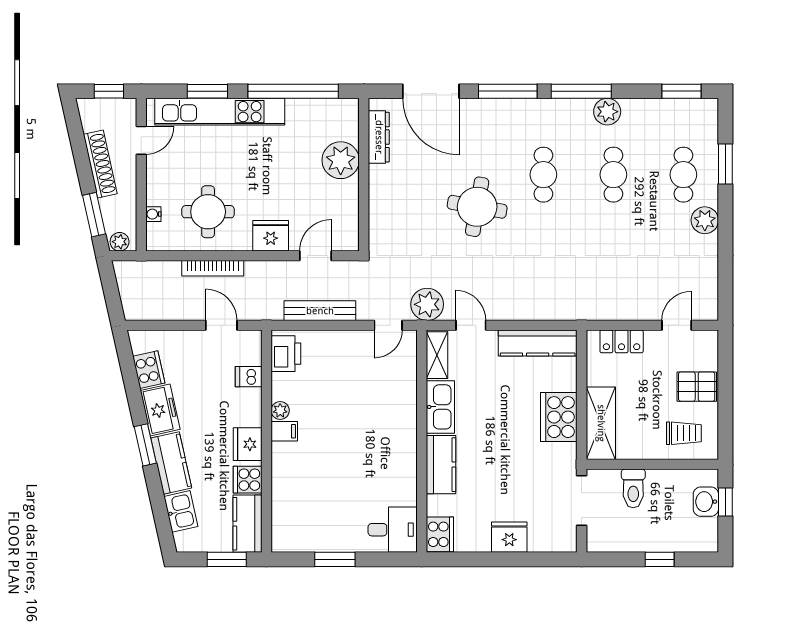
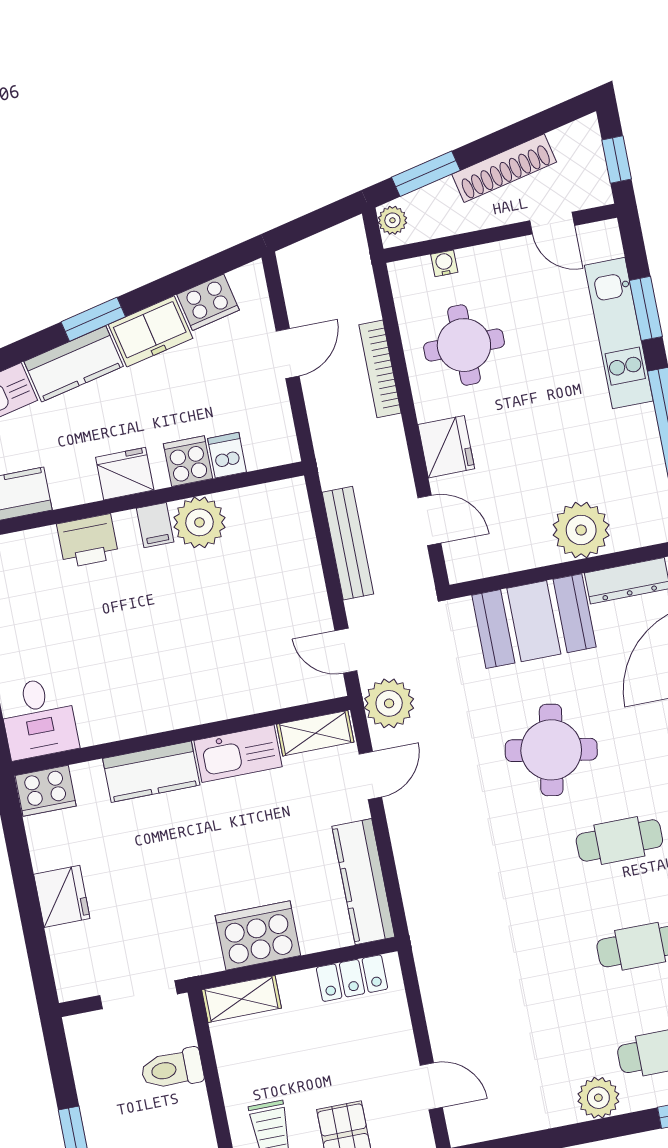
kitchen unit: (220, 112) -> (619, 333), width x0.73
booth: (393, 202) -> (534, 621), added
door: (221, 325) -> (288, 353), moved
locker: (622, 341) -> (352, 978), moved, turned -90
printer: (286, 354) -> (88, 541), moved
plant: (280, 410) -> (199, 522), width x1.88, depth x1.88
shelving: (601, 423) -> (241, 999), width x0.67, depth x0.75
cooker: (248, 480) -> (188, 461), moved

